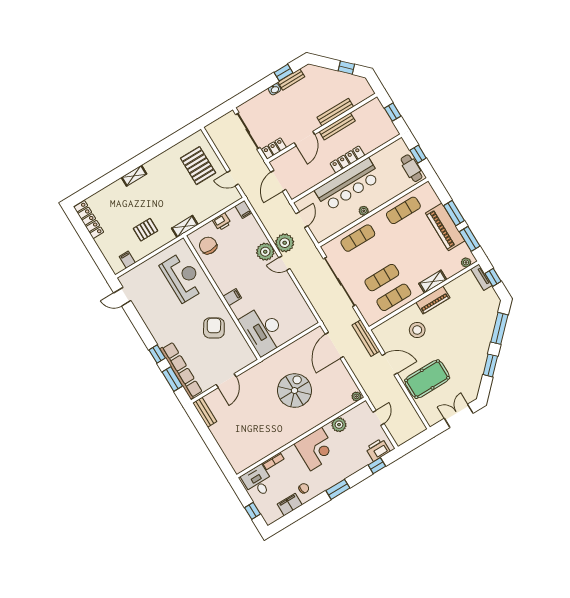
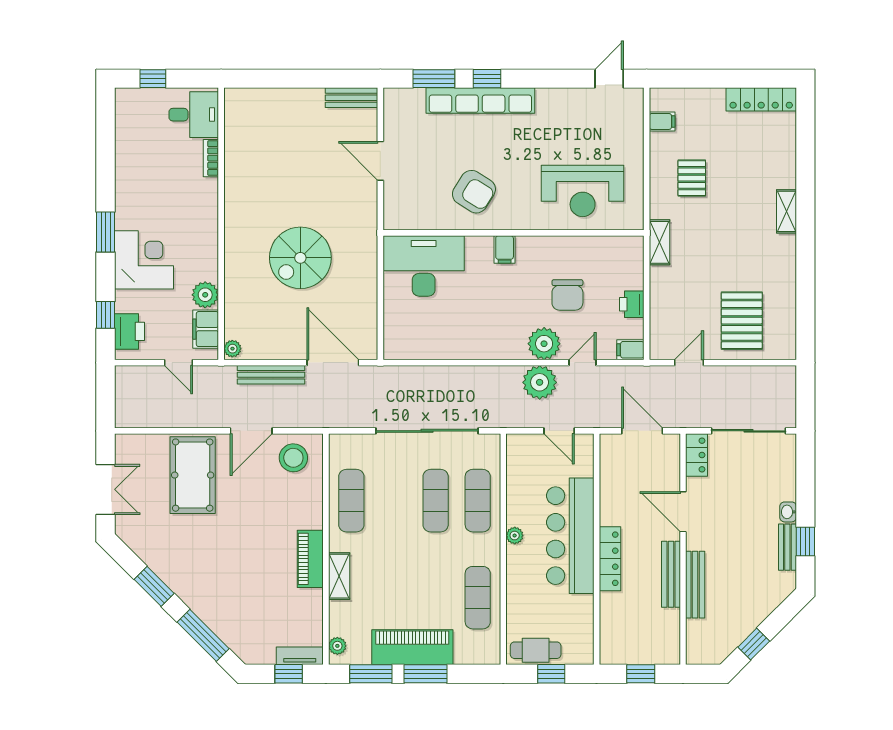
pallet: (198, 166) -> (742, 321), turned 90
chair: (208, 245) -> (567, 295), moved, turned 90
door: (284, 263) -> (582, 363), moved
exercise mat: (382, 278) -> (436, 501), moved
stool: (417, 330) -> (293, 458), moved
bench: (366, 338) -> (271, 375), moved
row of seats: (181, 370) -> (480, 101), moved
spiral stairs: (294, 391) -> (300, 258), turned 90
corner desk: (316, 449) -> (144, 260), moved, turned 180
chair: (304, 488) -> (140, 180), removed
filing cabinet: (290, 505) -> (206, 329), moved, turned 180

